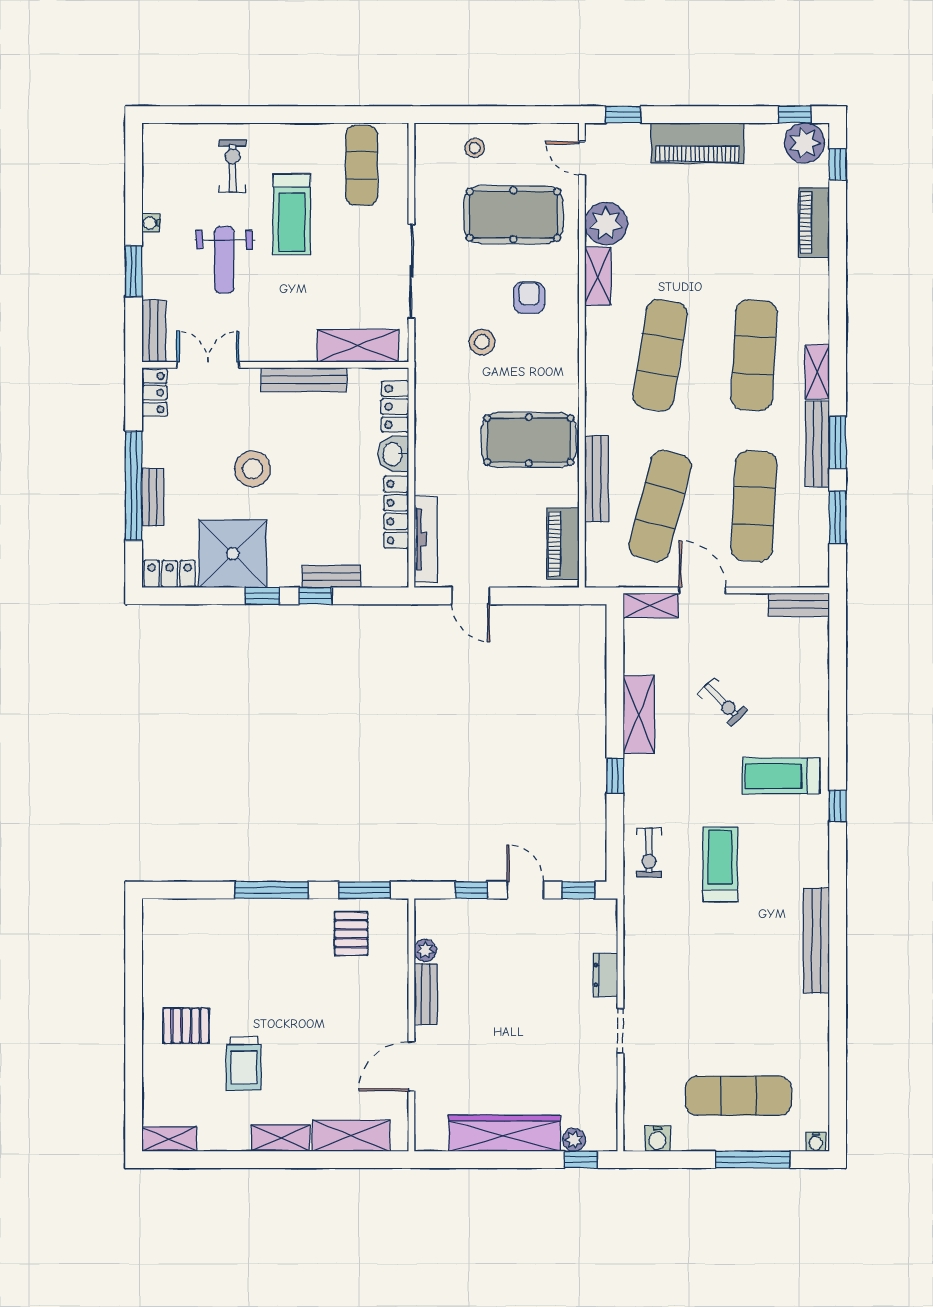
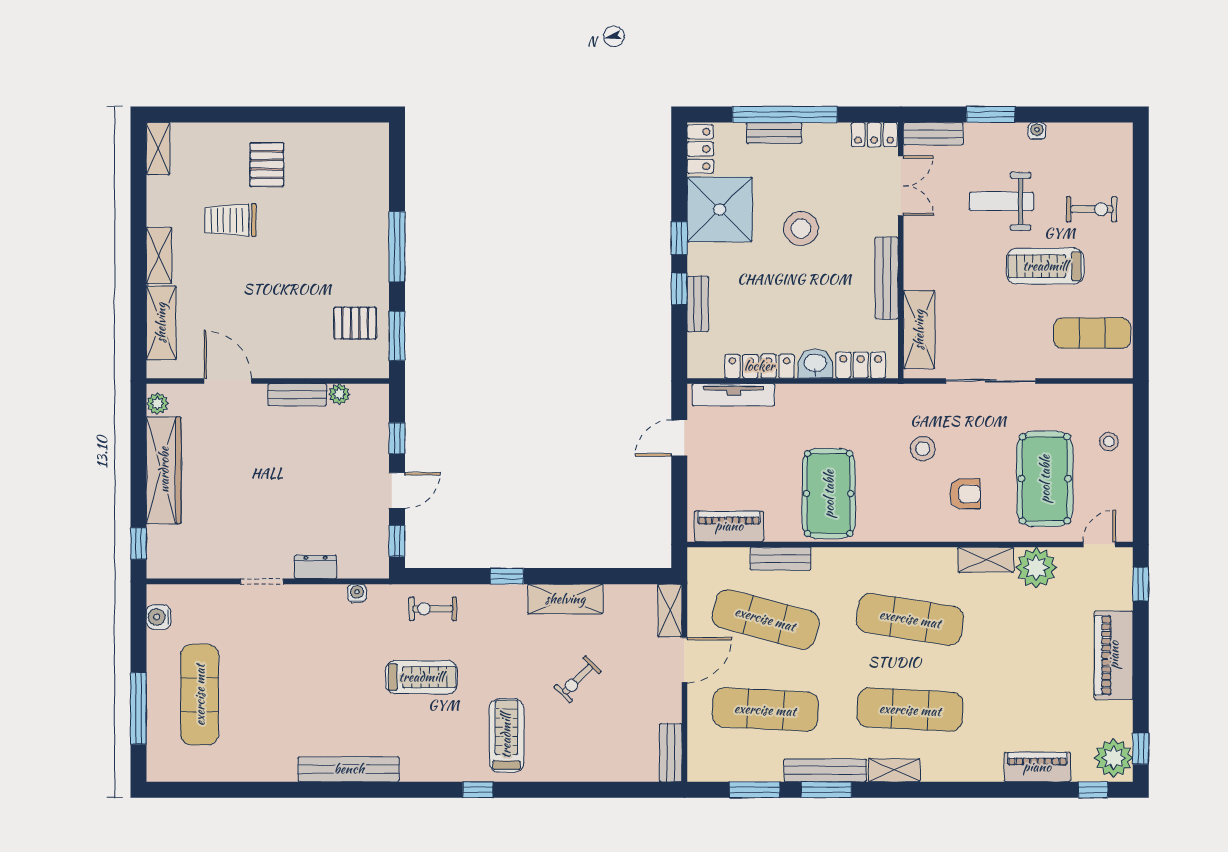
bench: (597, 479) -> (781, 559), width x0.73
plant: (574, 1140) -> (157, 404), moved
water cooler: (816, 1142) -> (357, 593), moved, turned 90

